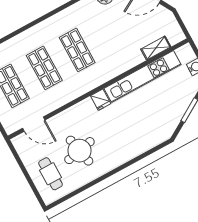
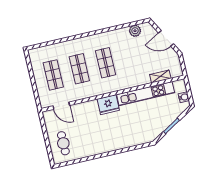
fridge: (101, 100) -> (108, 105), width x1.88, depth x1.34
round table: (79, 151) -> (88, 133), removed

